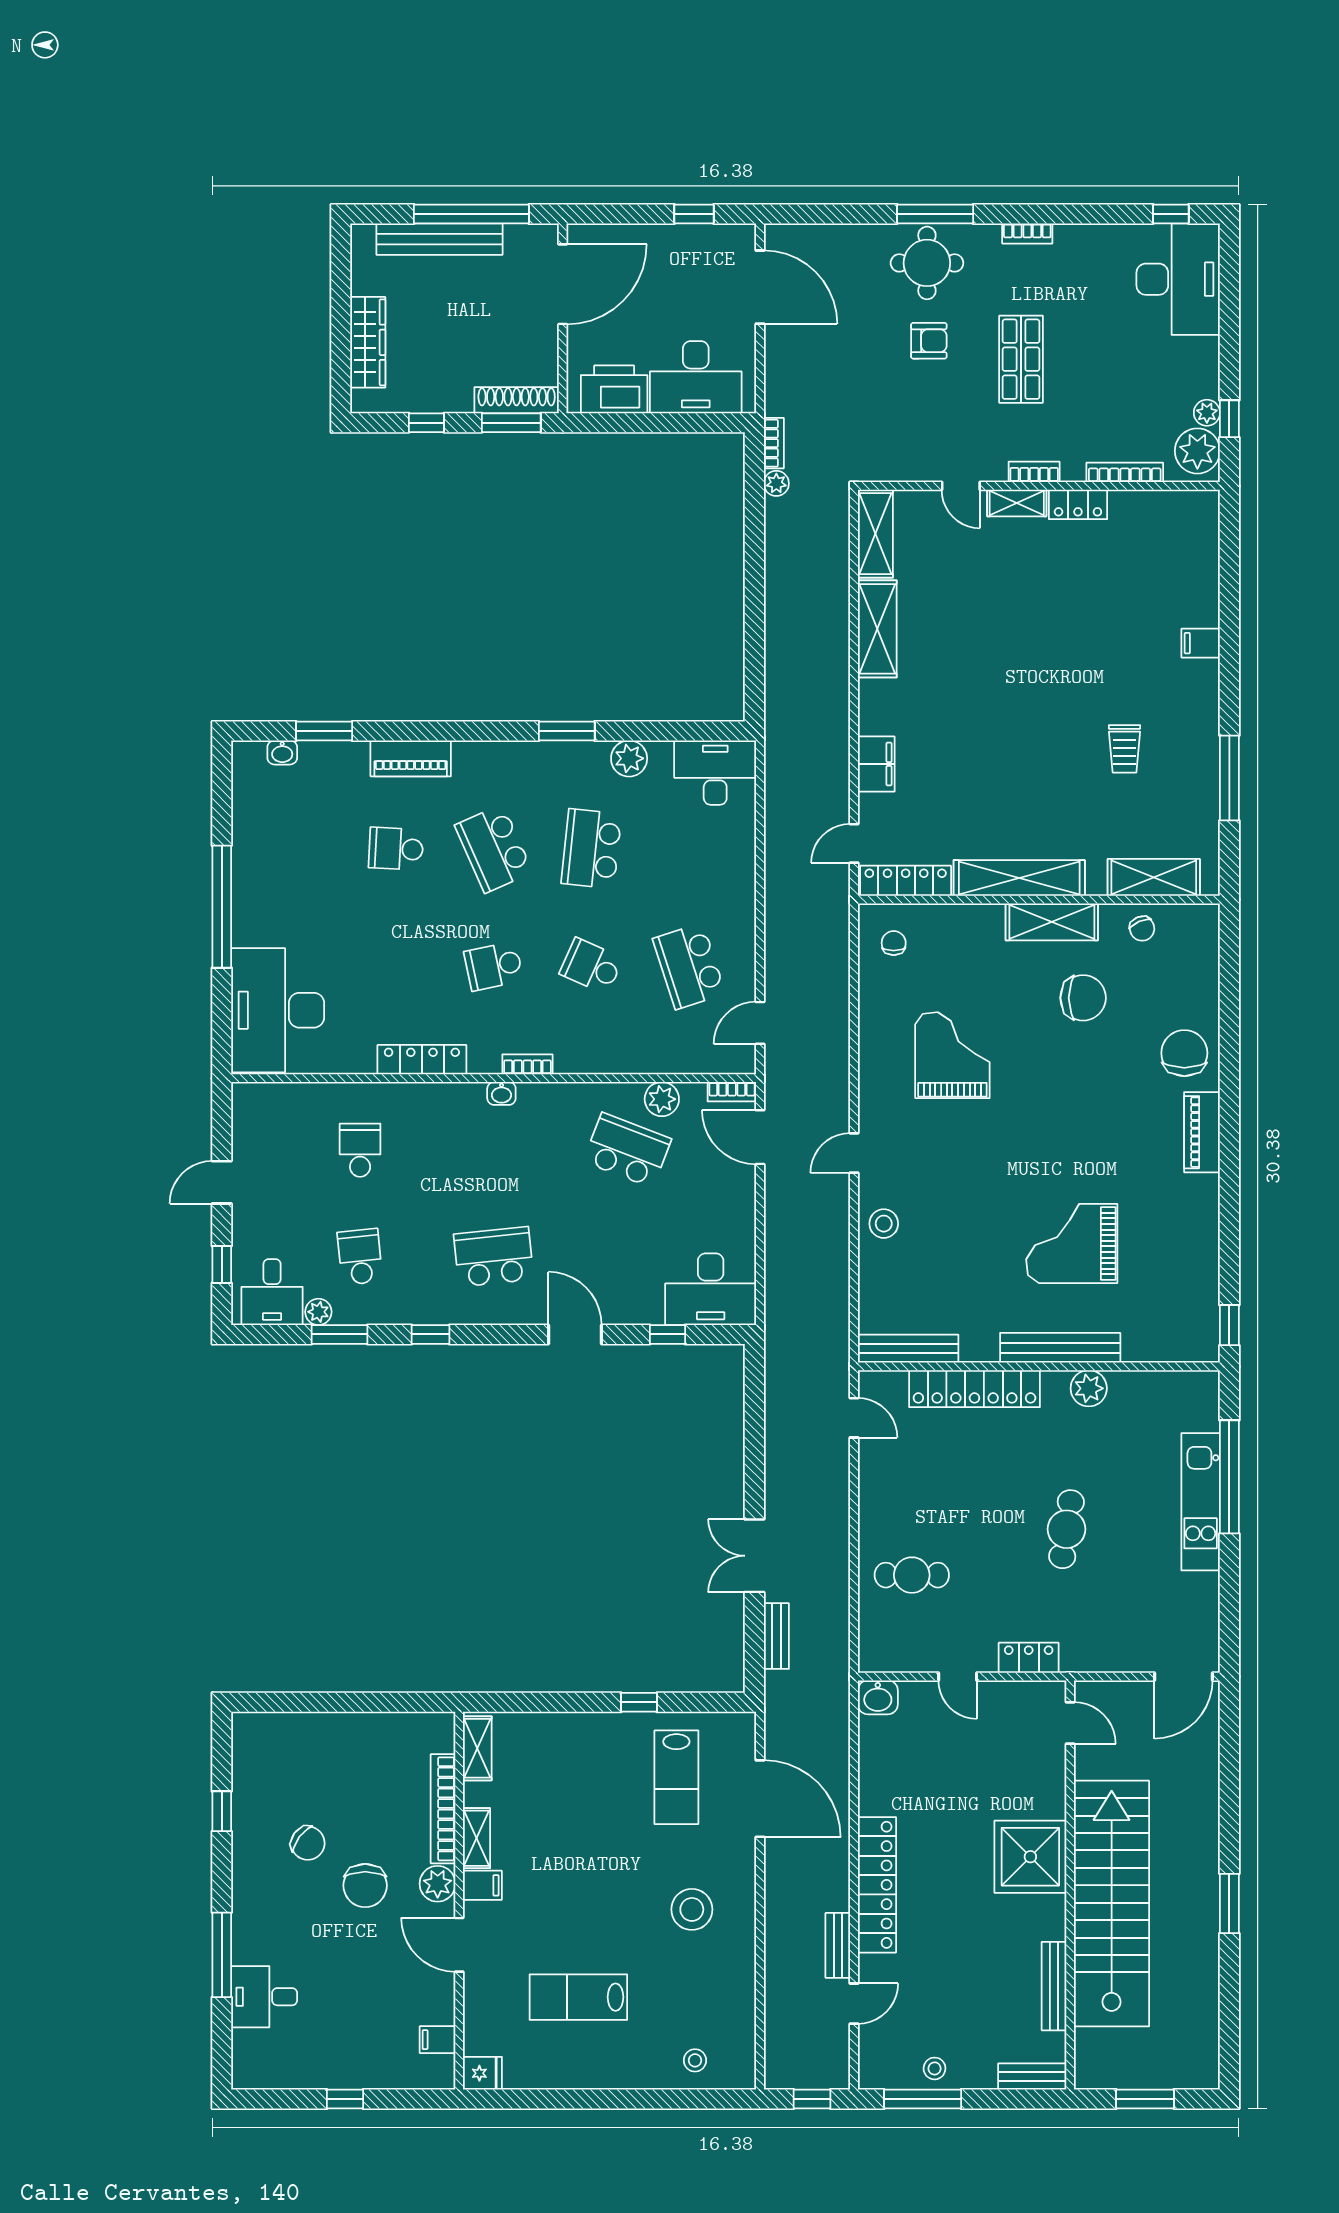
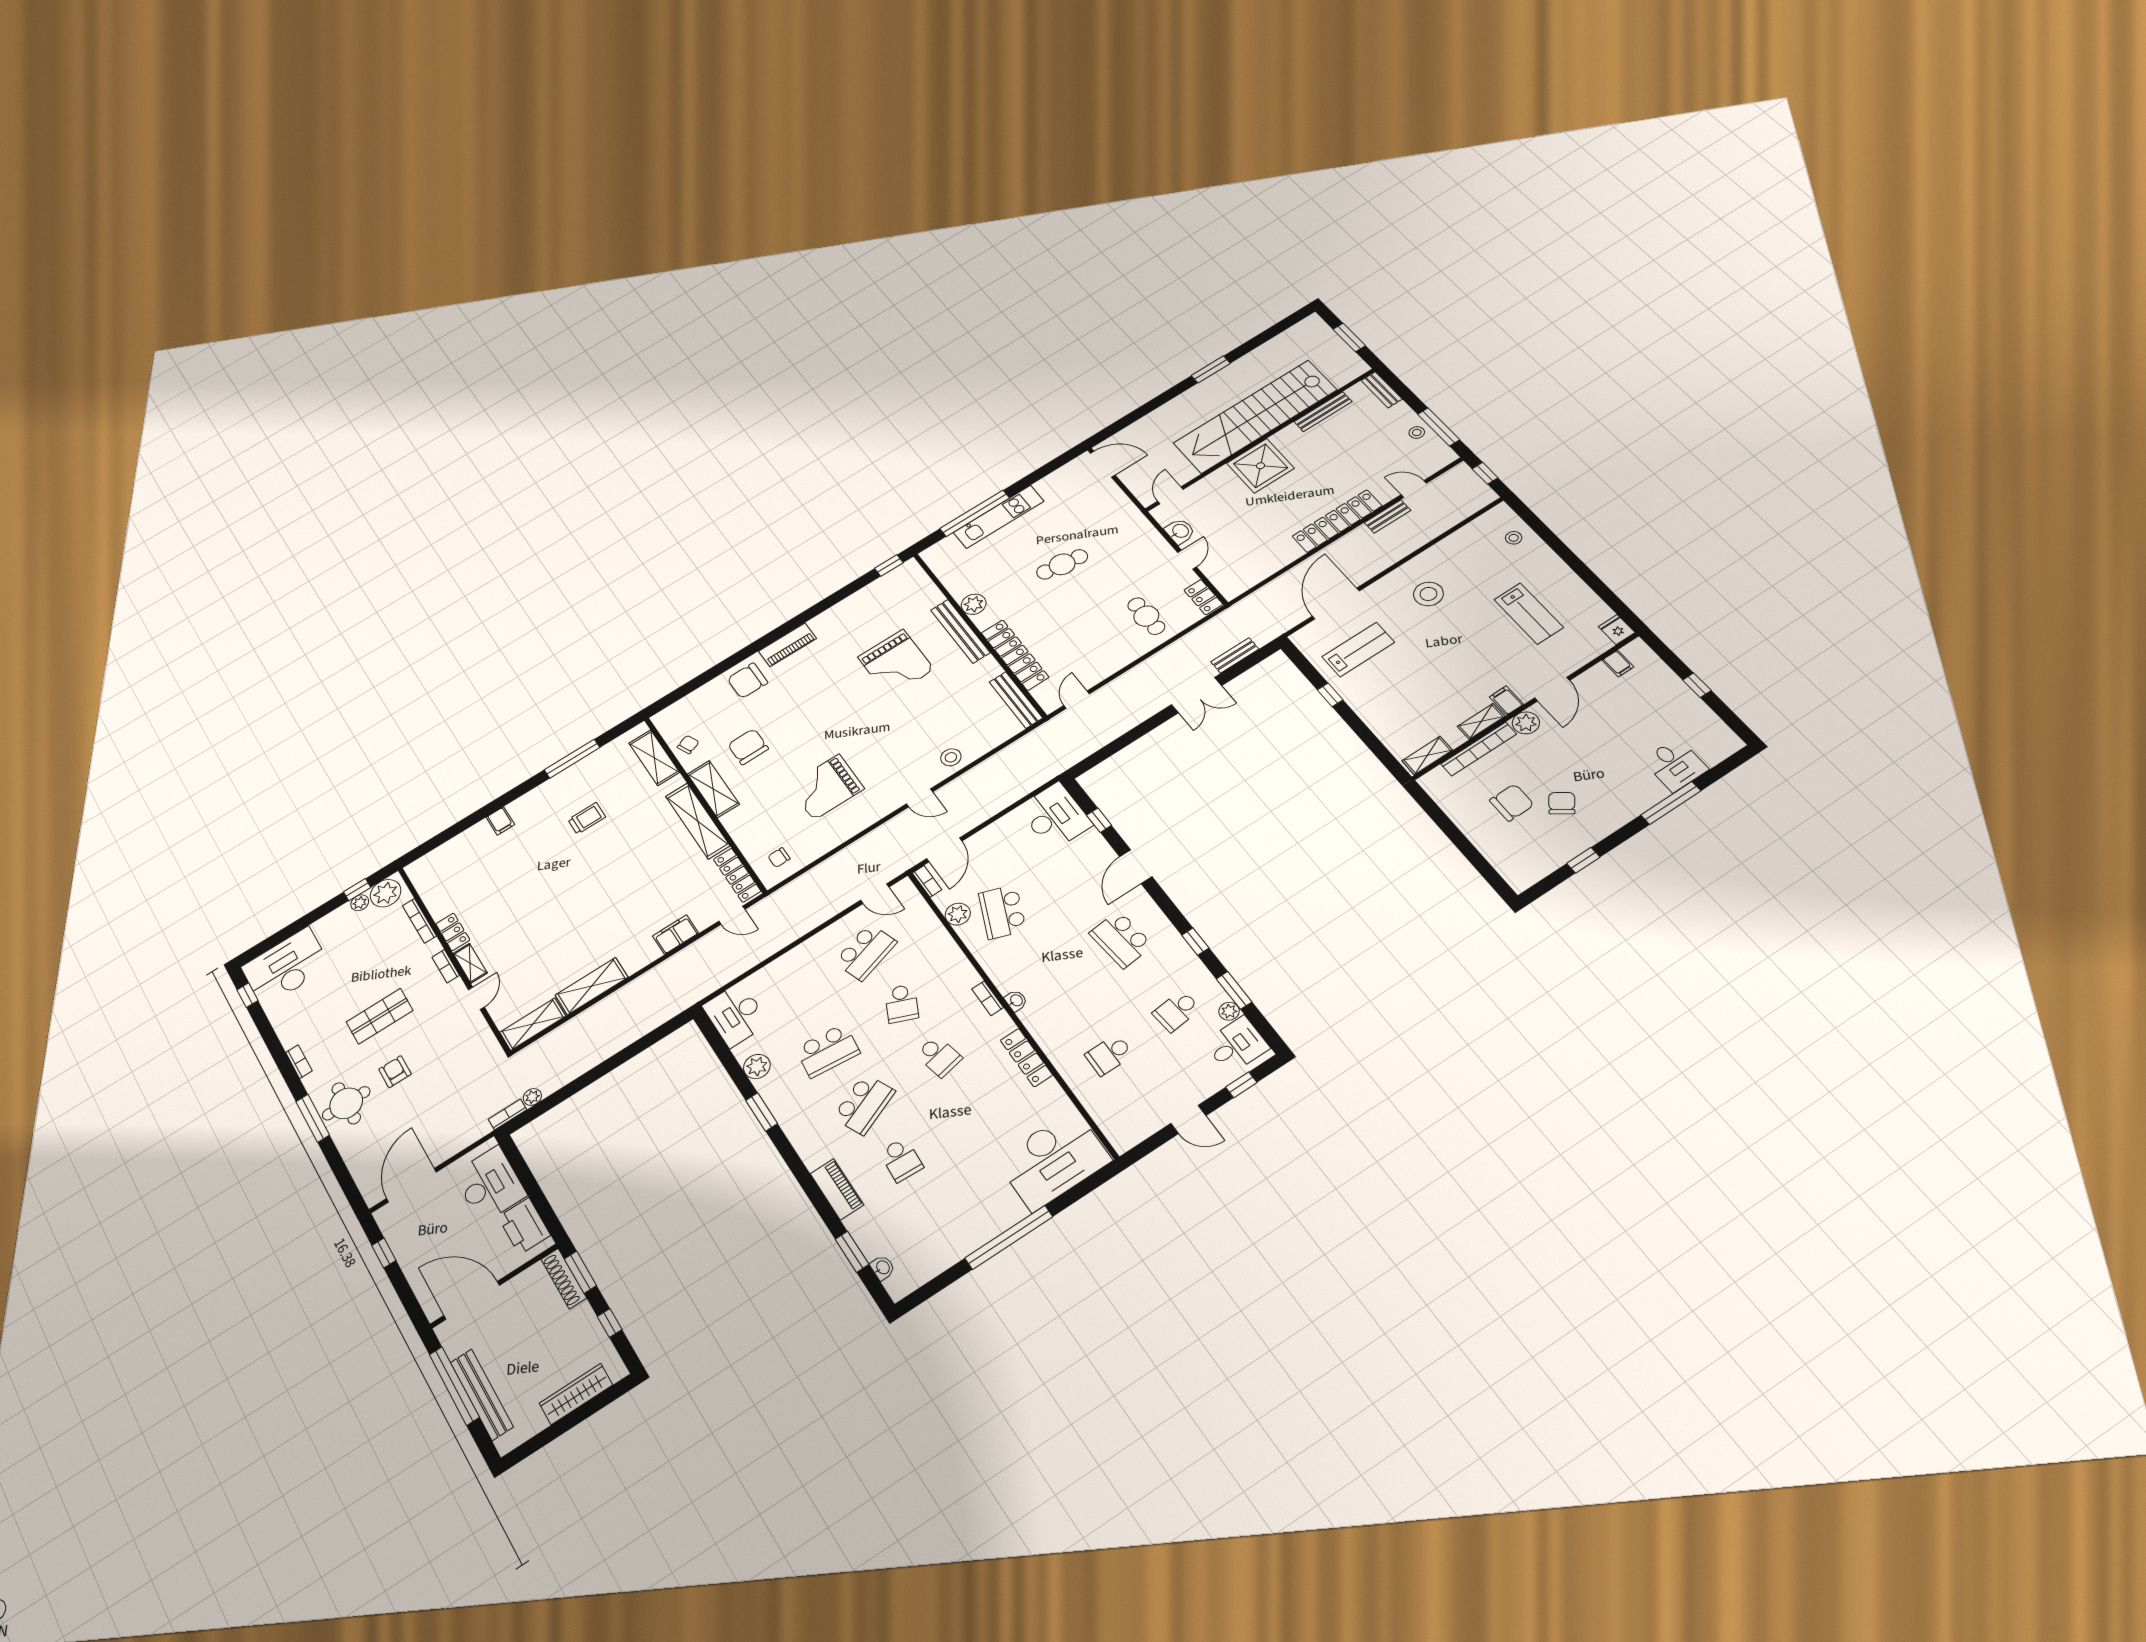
locker: (1029, 1658) -> (1203, 597), moved
washbasin: (878, 1697) -> (1180, 531), moved
chair: (365, 1885) -> (1512, 803), moved

